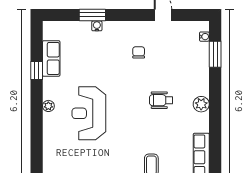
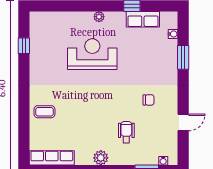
water cooler: (97, 26) -> (173, 34), moved
wheelchair: (161, 100) -> (126, 132), moved

